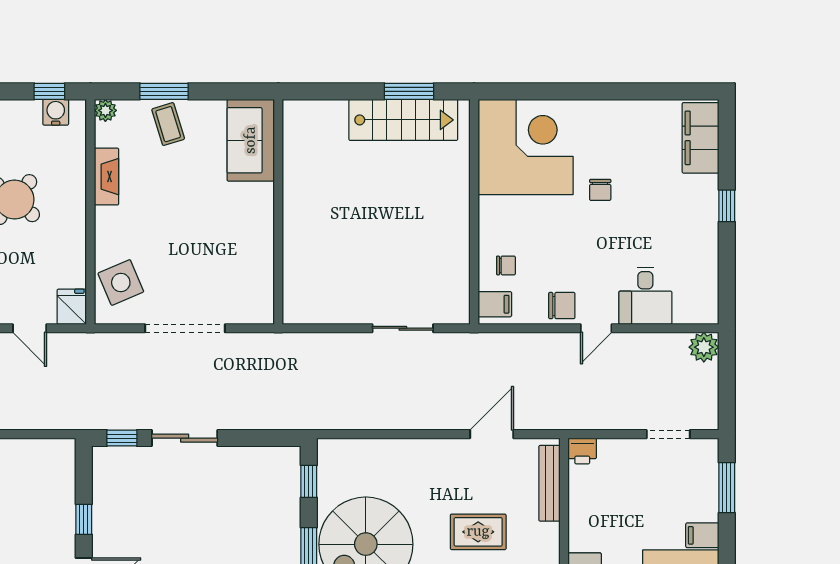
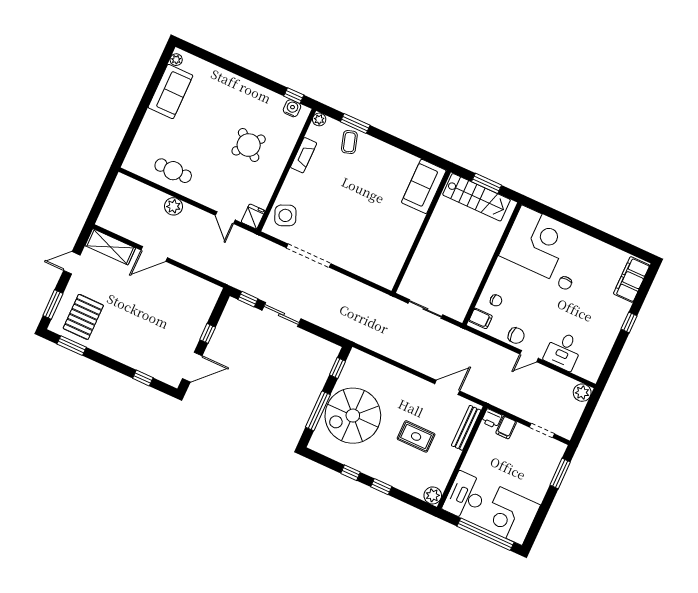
sofa: (251, 140) -> (424, 186), moved
wall: (278, 212) -> (421, 232), moved
filing cabinet: (702, 535) -> (506, 427), moved, turned -90

